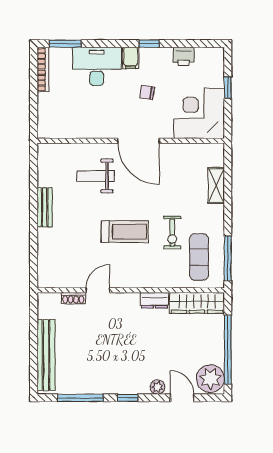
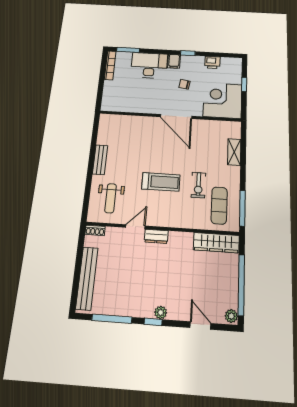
weight bench: (96, 176) -> (111, 198), moved, turned -90
shoe rack: (73, 298) -> (95, 230), moved
dresser: (154, 300) -> (156, 236), moved
plant: (210, 379) -> (231, 316), width x0.53, depth x0.53
plant: (158, 387) -> (161, 312), moved

